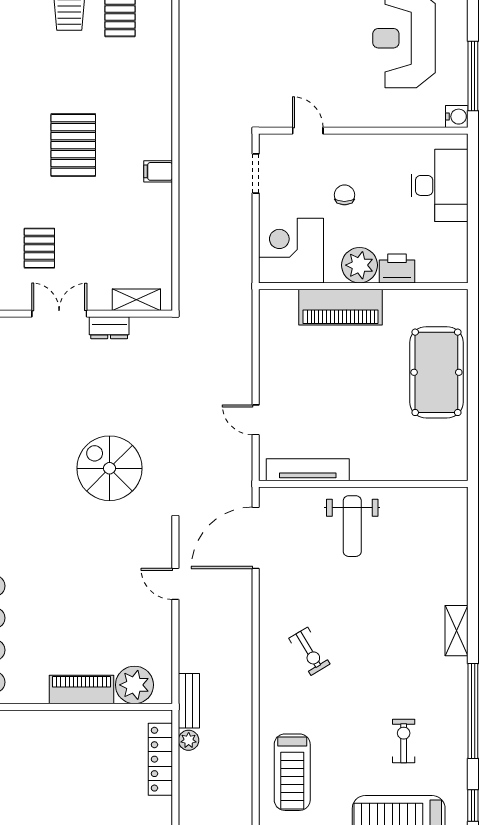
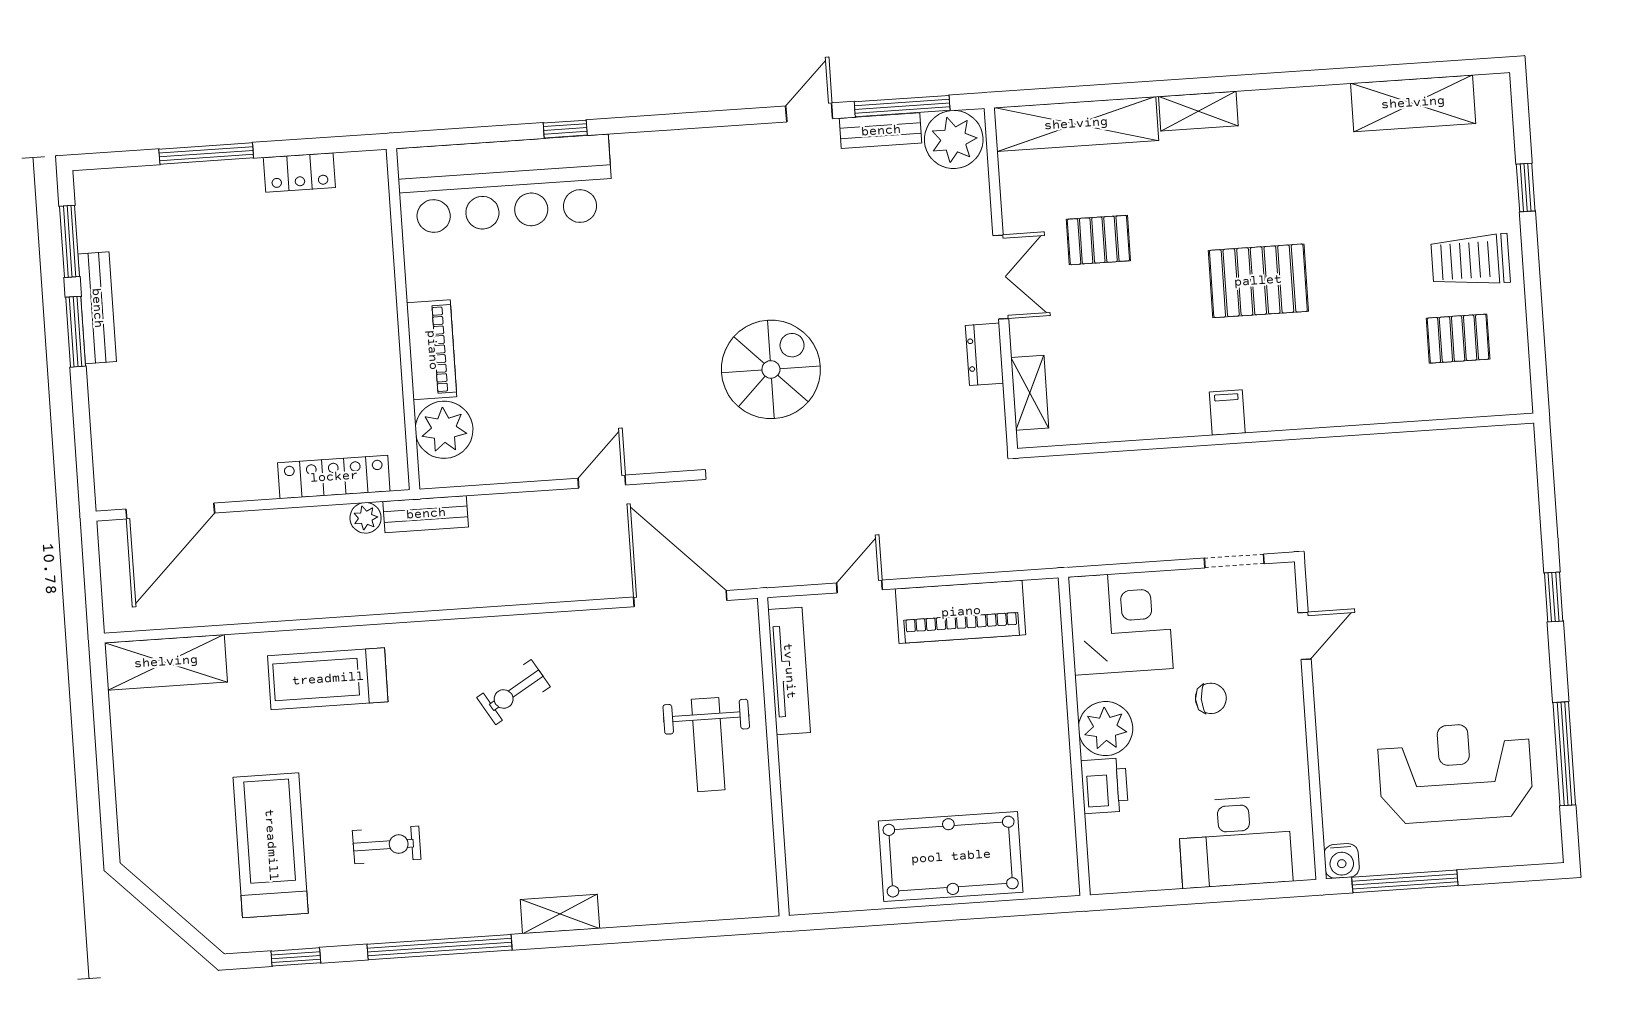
piano: (341, 307) -> (961, 612), moved, turned -90
weight bench: (352, 526) -> (708, 745), turned -90

